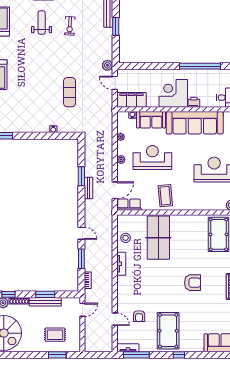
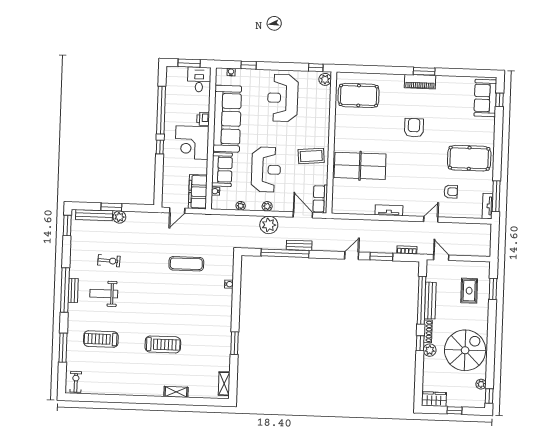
plant: (107, 65) -> (119, 217), moved
window: (168, 66) -> (160, 147), added
reception desk: (152, 157) -> (266, 170), turned 180
plant: (105, 162) -> (269, 225), added
window: (81, 176) -> (285, 253), width x2.11
stool: (126, 238) -> (359, 204), removed
window: (45, 294) -> (422, 300), width x2.11
door: (115, 319) -> (431, 219), moved
window: (179, 355) -> (500, 100), moved

